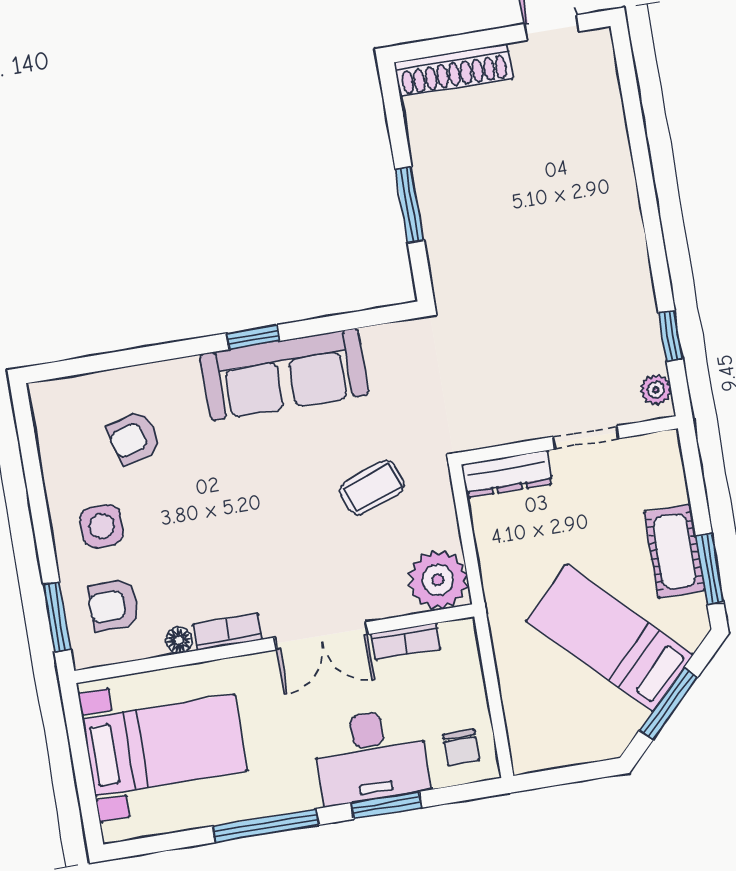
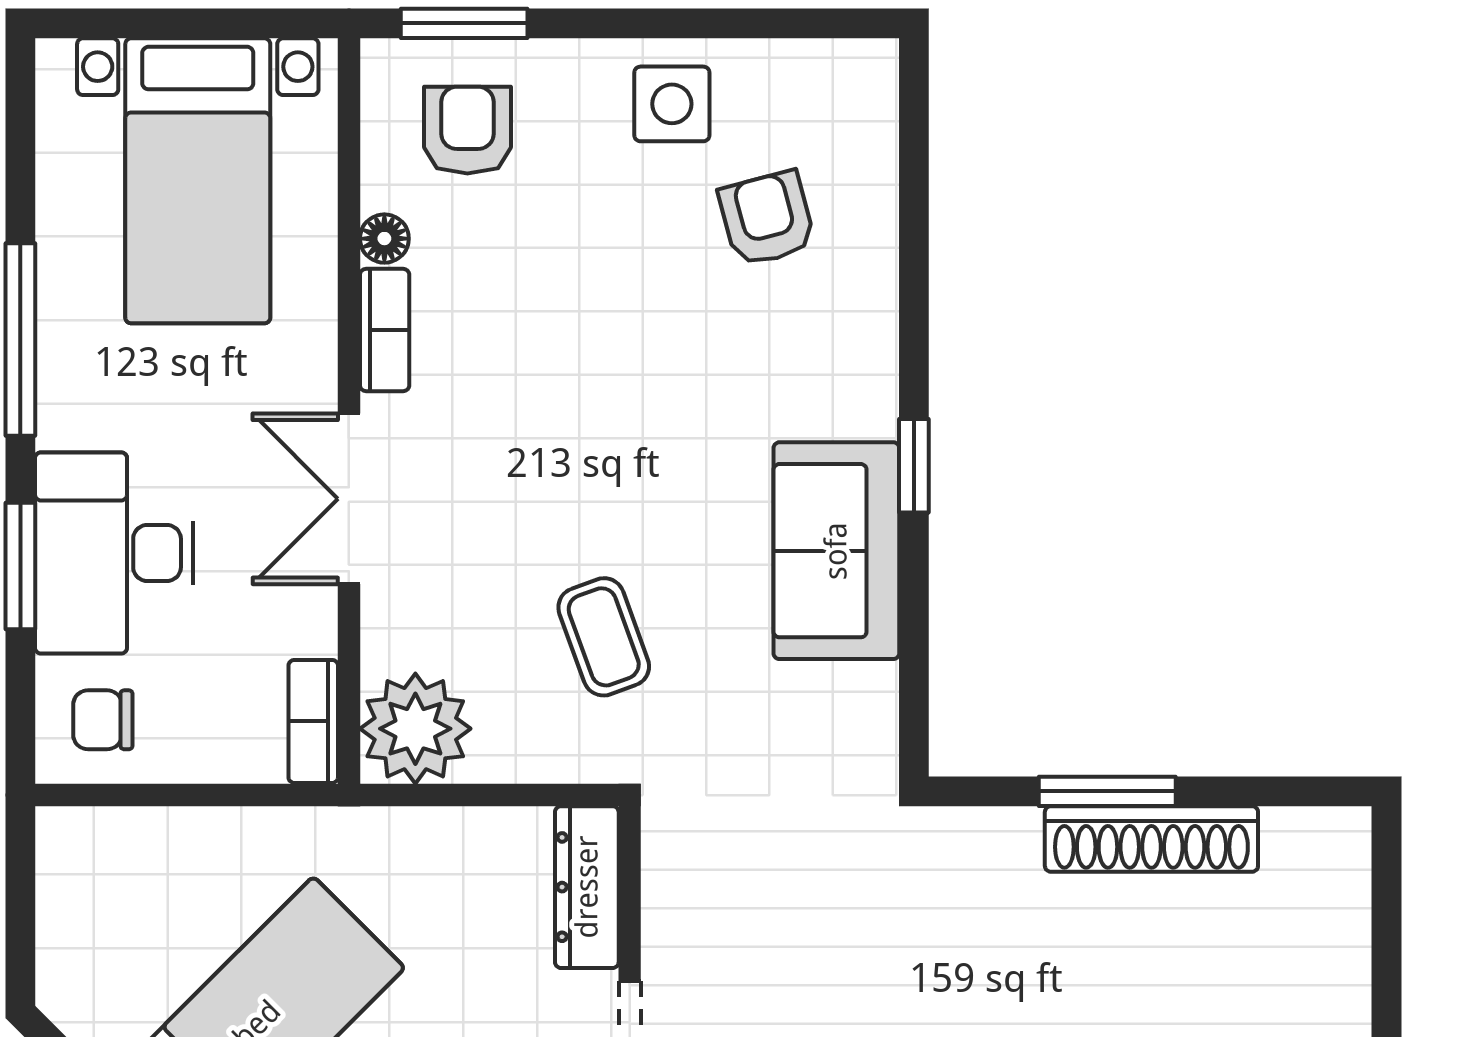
shoe rack: (454, 70) -> (1151, 839), moved, turned -90
sofa: (284, 374) -> (836, 551), width x0.73
side table: (102, 526) -> (672, 104), moved
bookcase: (406, 641) -> (313, 721), moved

